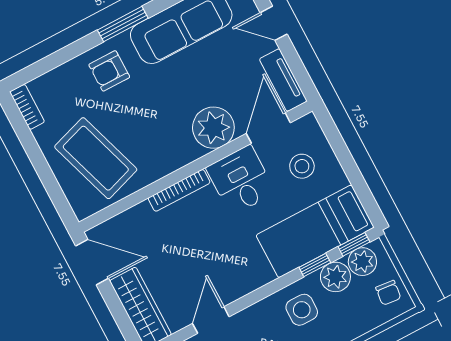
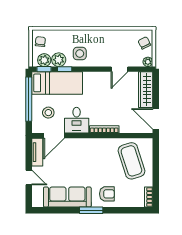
plant: (213, 128) -> (76, 148), removed
window: (353, 172) -> (29, 99), added

